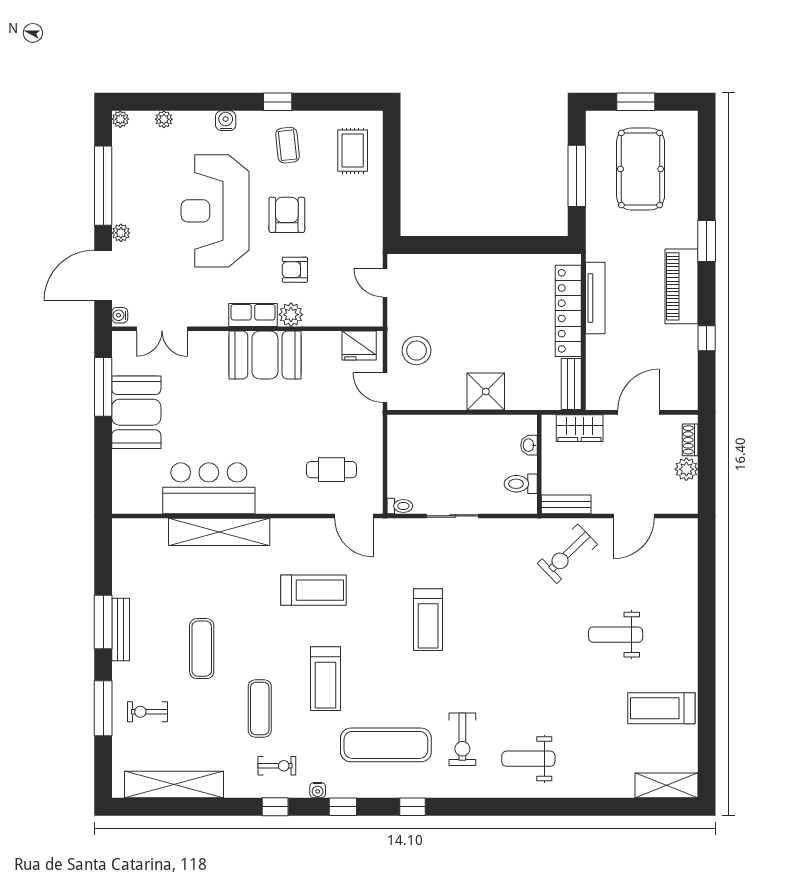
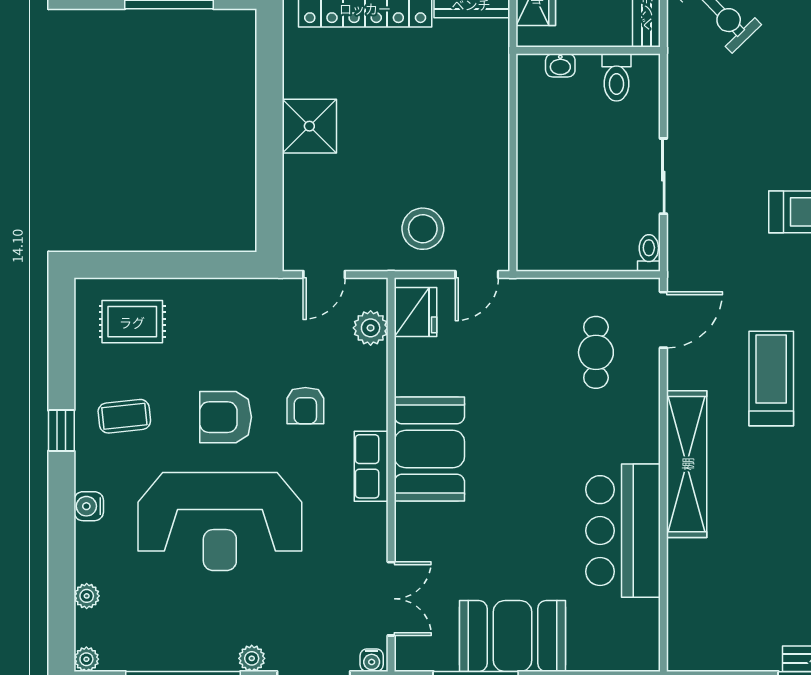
plant: (291, 315) -> (371, 328), moved
shower: (486, 392) -> (309, 126), moved
shelving: (219, 532) -> (687, 464), moved

